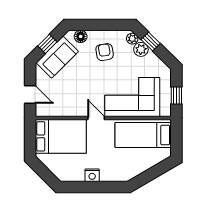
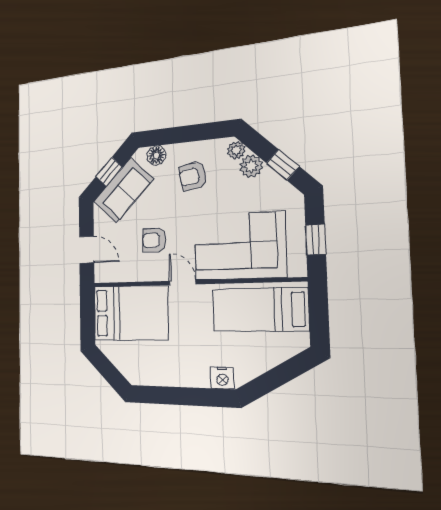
window: (151, 42) -> (283, 165), moved
armchair: (105, 52) -> (193, 176), turned -91
armchair: (78, 91) -> (154, 240), added
nightstand: (92, 175) -> (222, 378), moved

